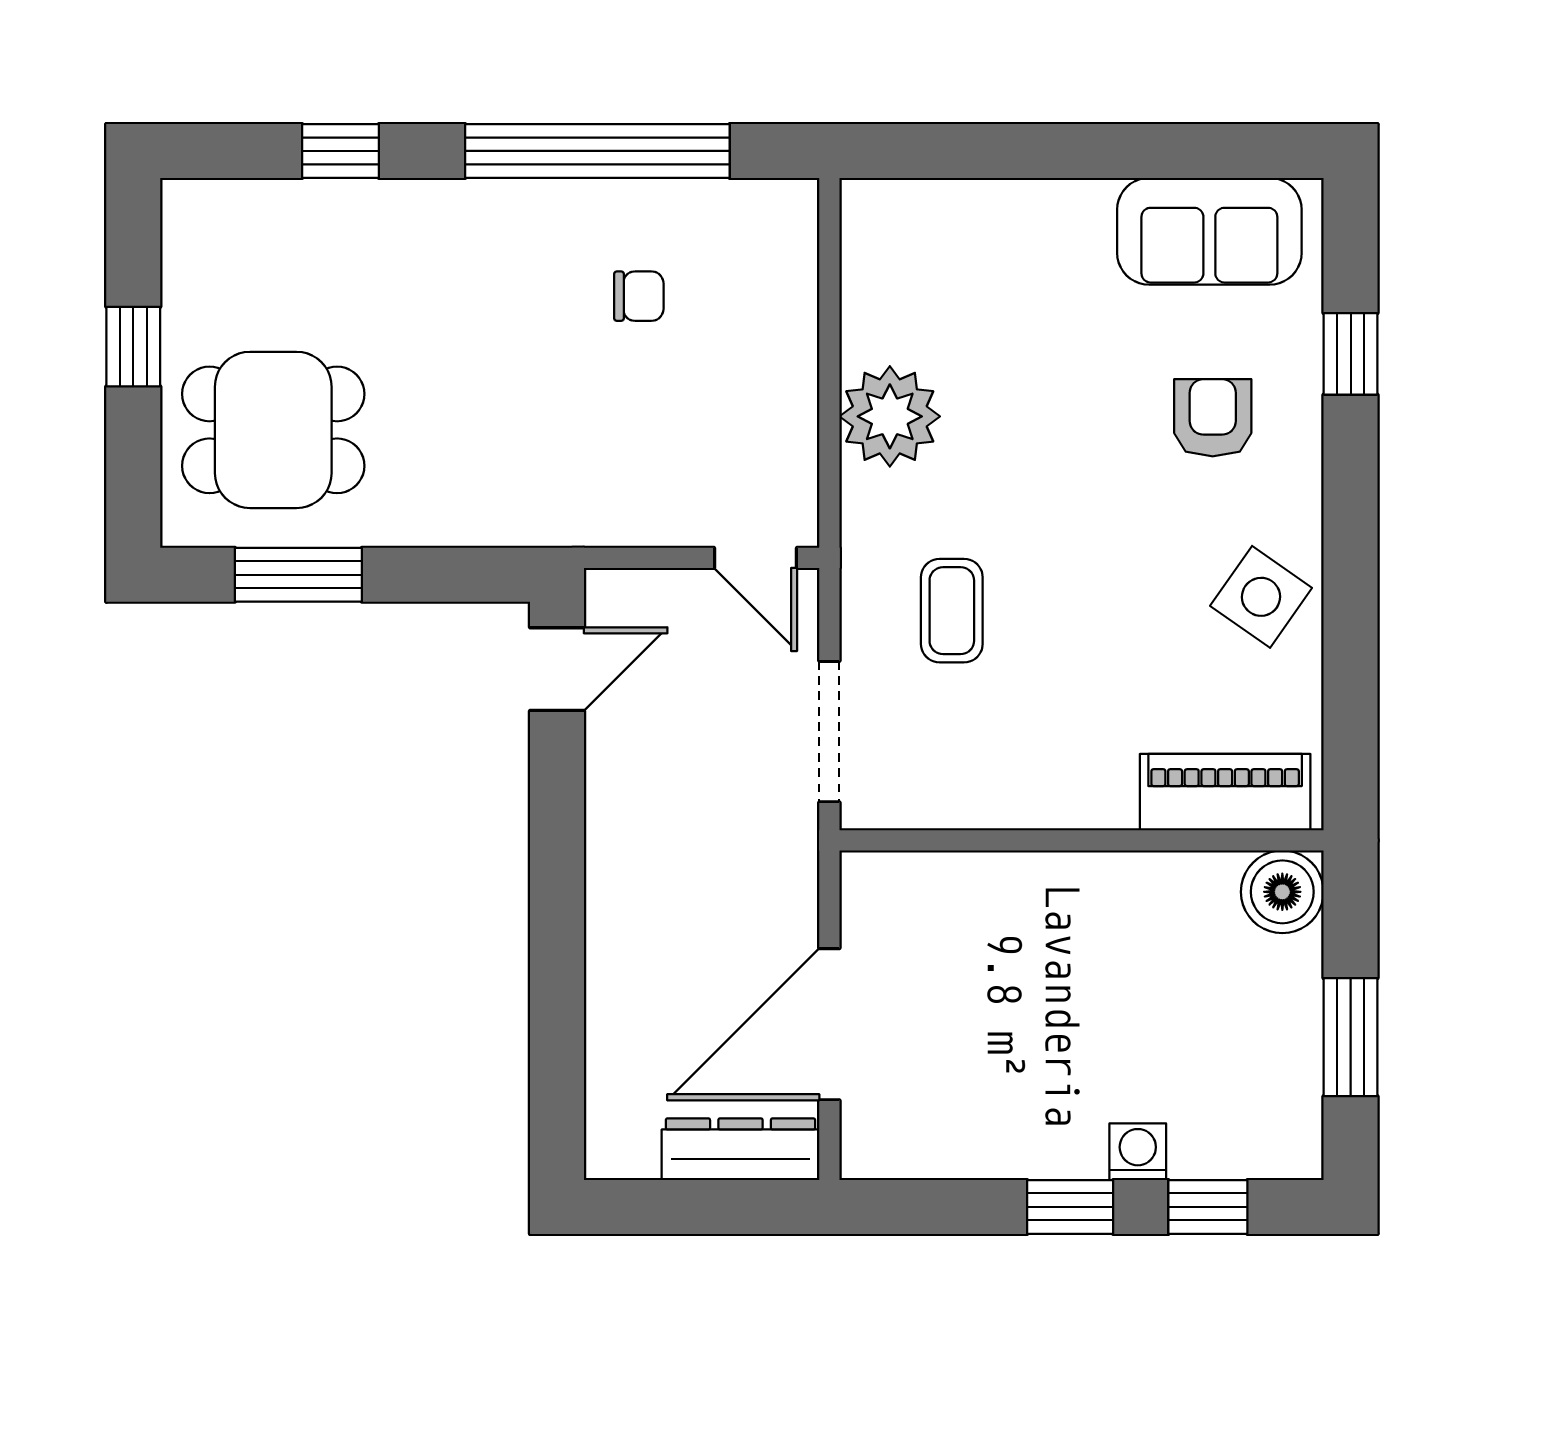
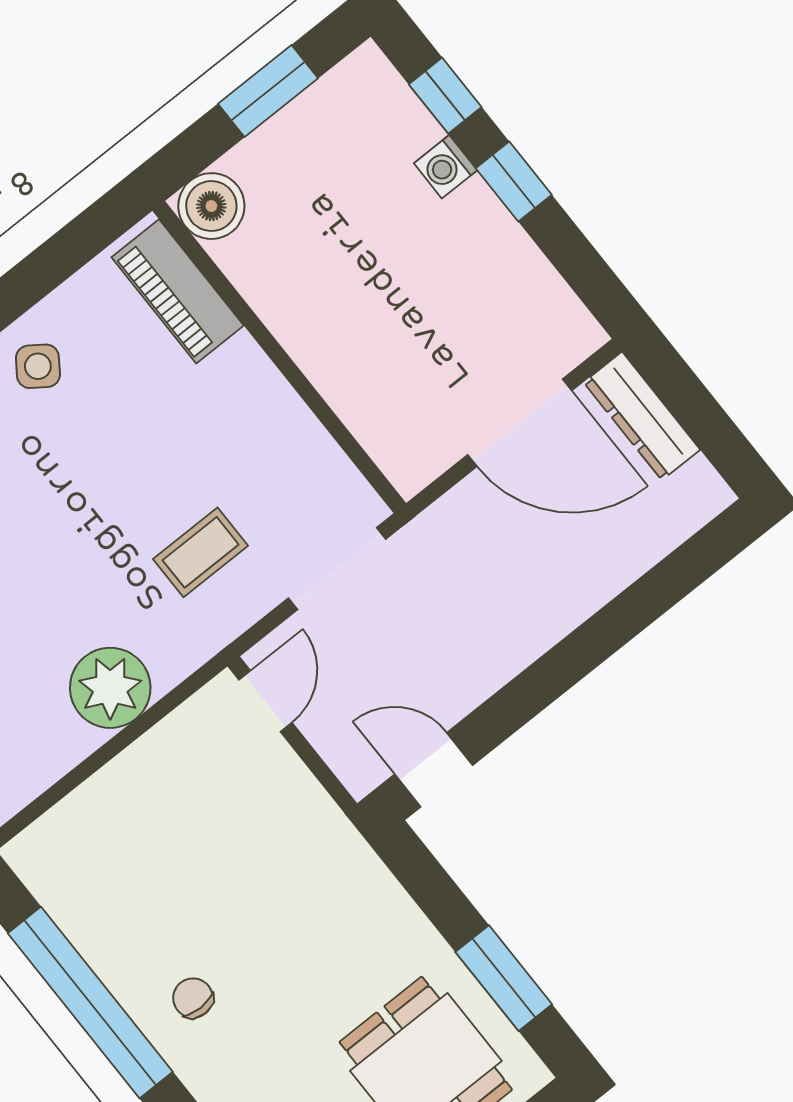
chair: (639, 296) -> (193, 998), moved
side table: (1261, 597) -> (38, 366), width x0.73, depth x0.73

